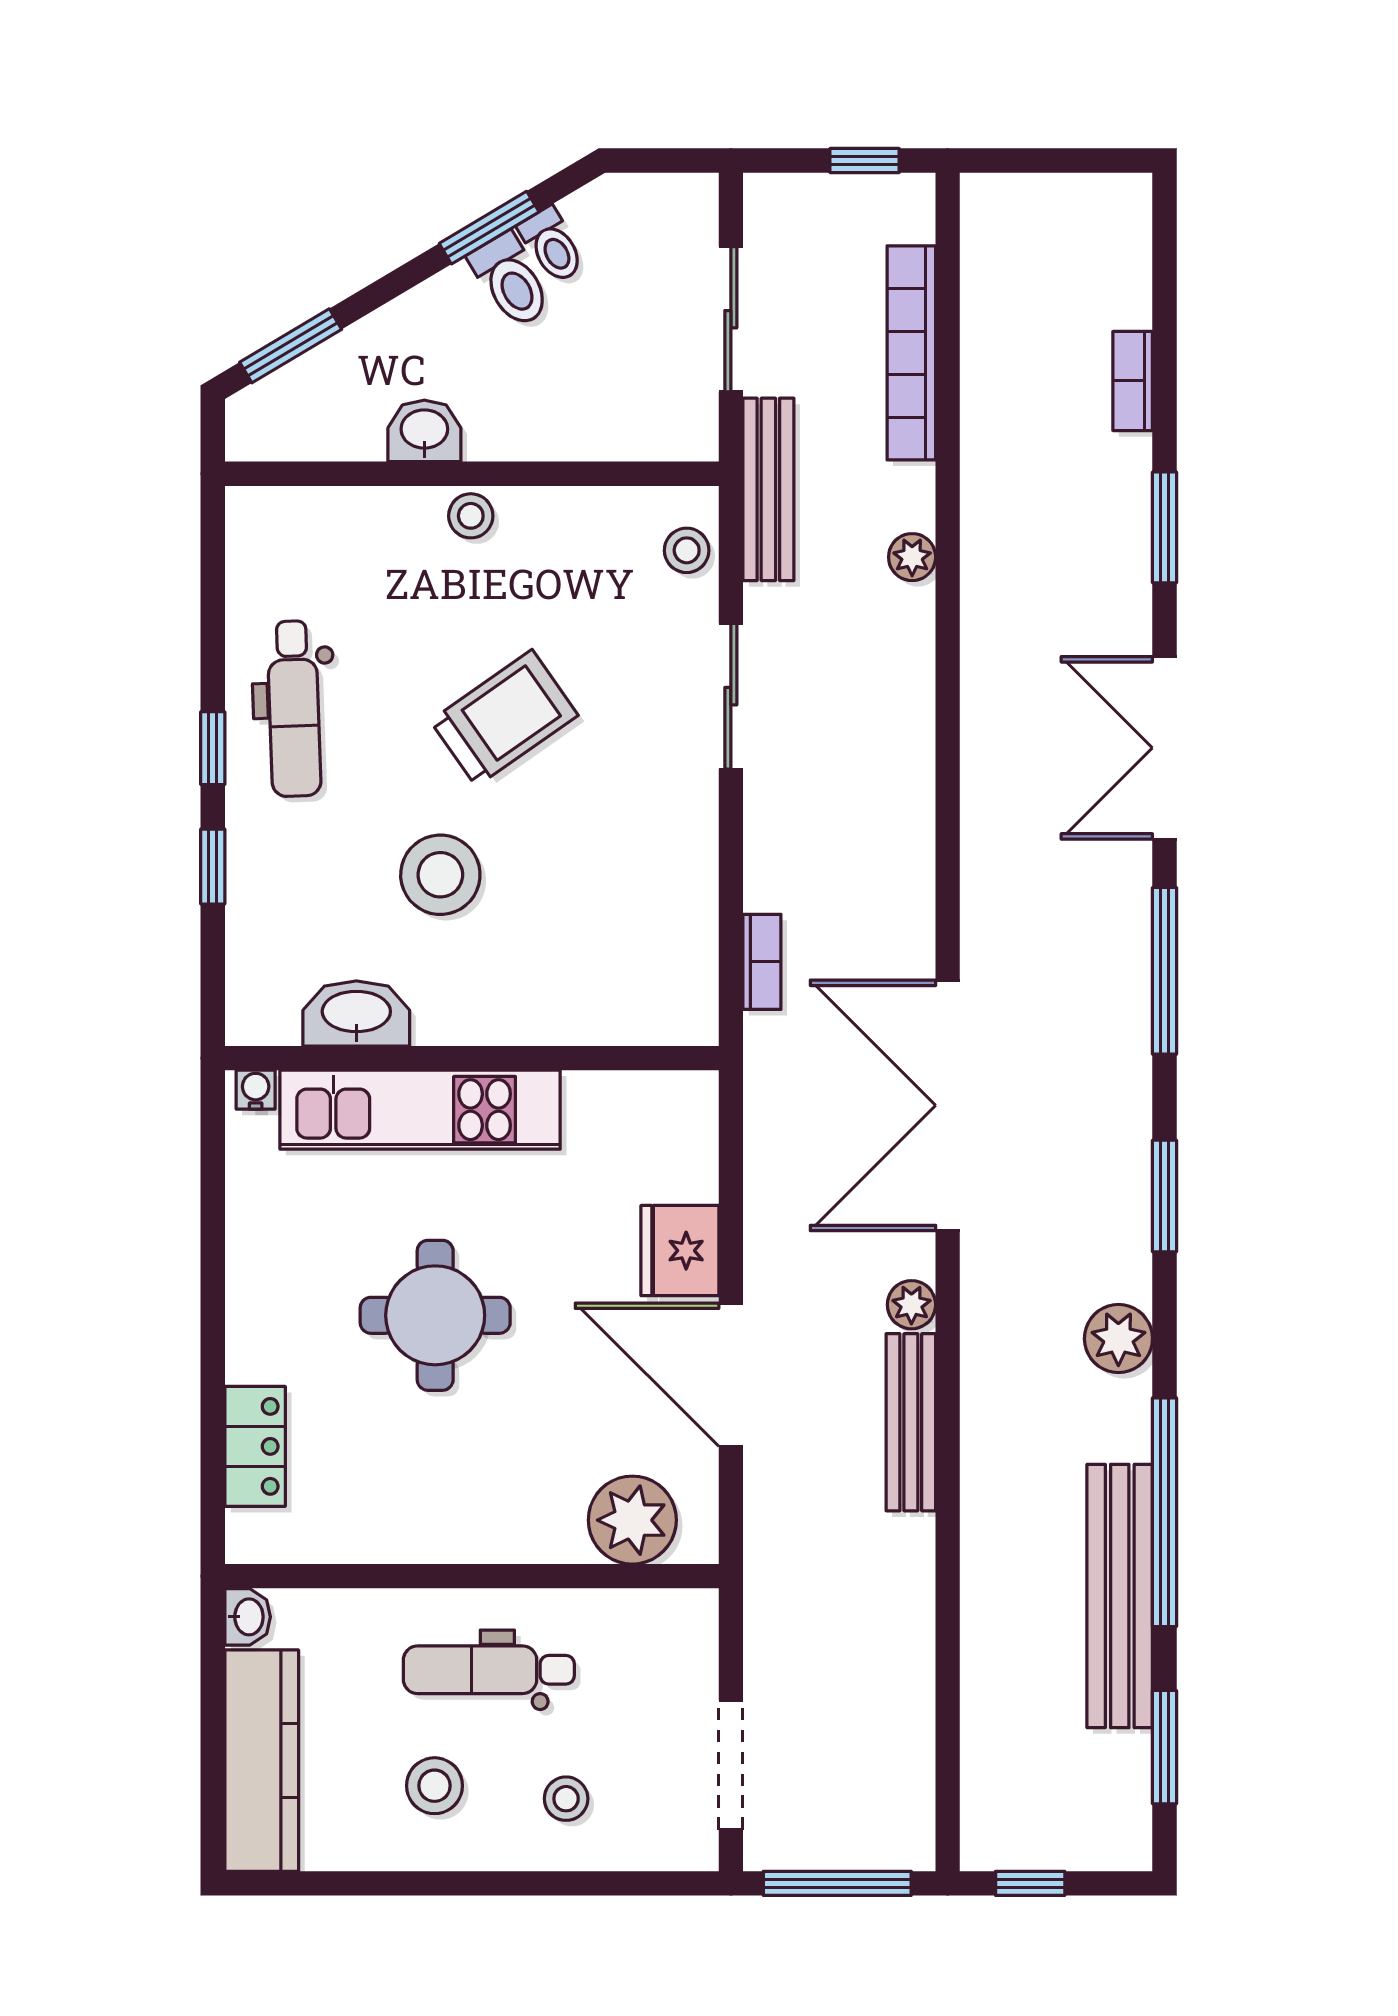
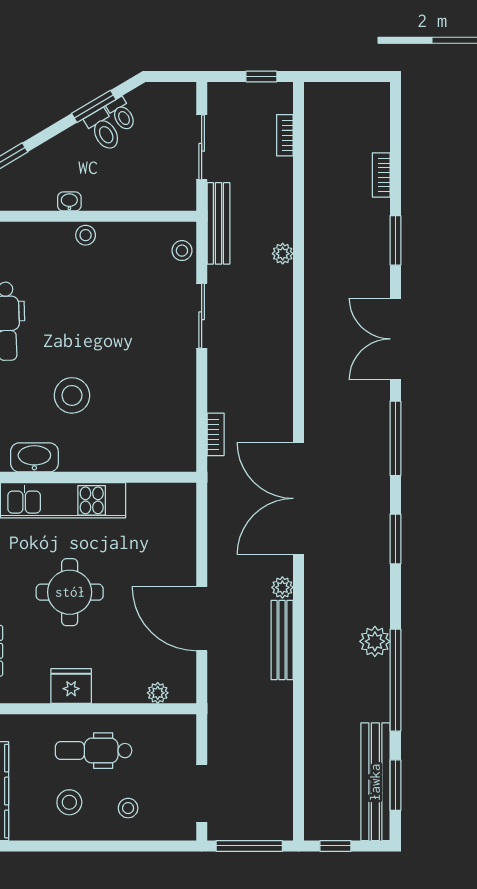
bookcase: (911, 353) -> (285, 135), width x0.43, depth x0.76
washbasin: (424, 431) -> (69, 201), width x0.72, depth x0.69
trolley: (504, 718) -> (100, 325), removed
fridge: (680, 1251) -> (71, 686), moved, turned 90
plant: (1118, 1339) -> (375, 641), moved
plant: (632, 1520) -> (158, 693), width x0.53, depth x0.53
bench: (1120, 1596) -> (375, 782), moved

